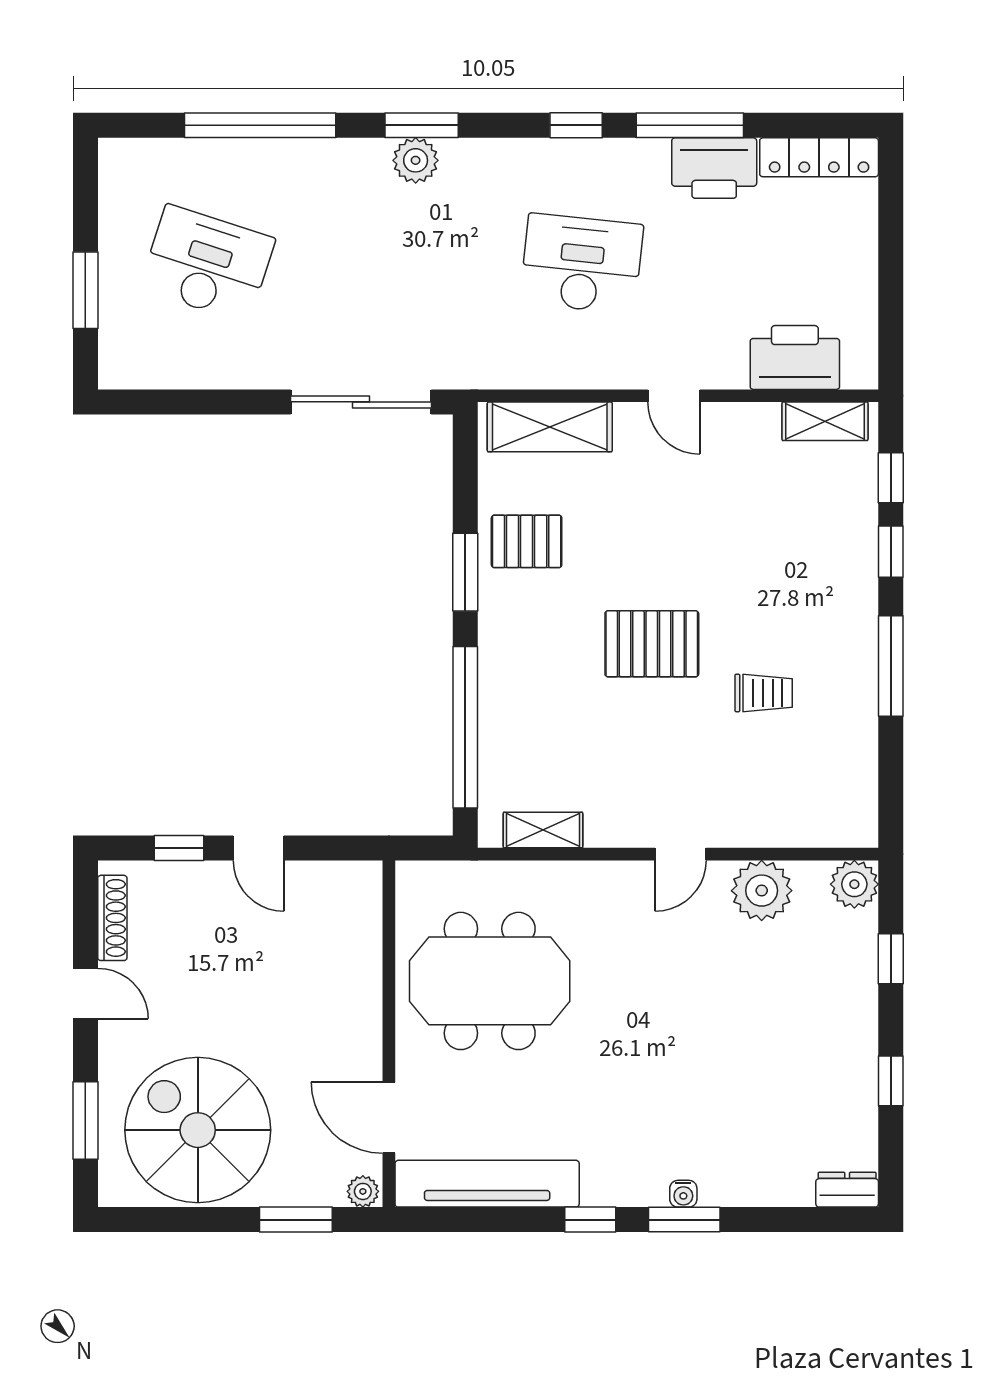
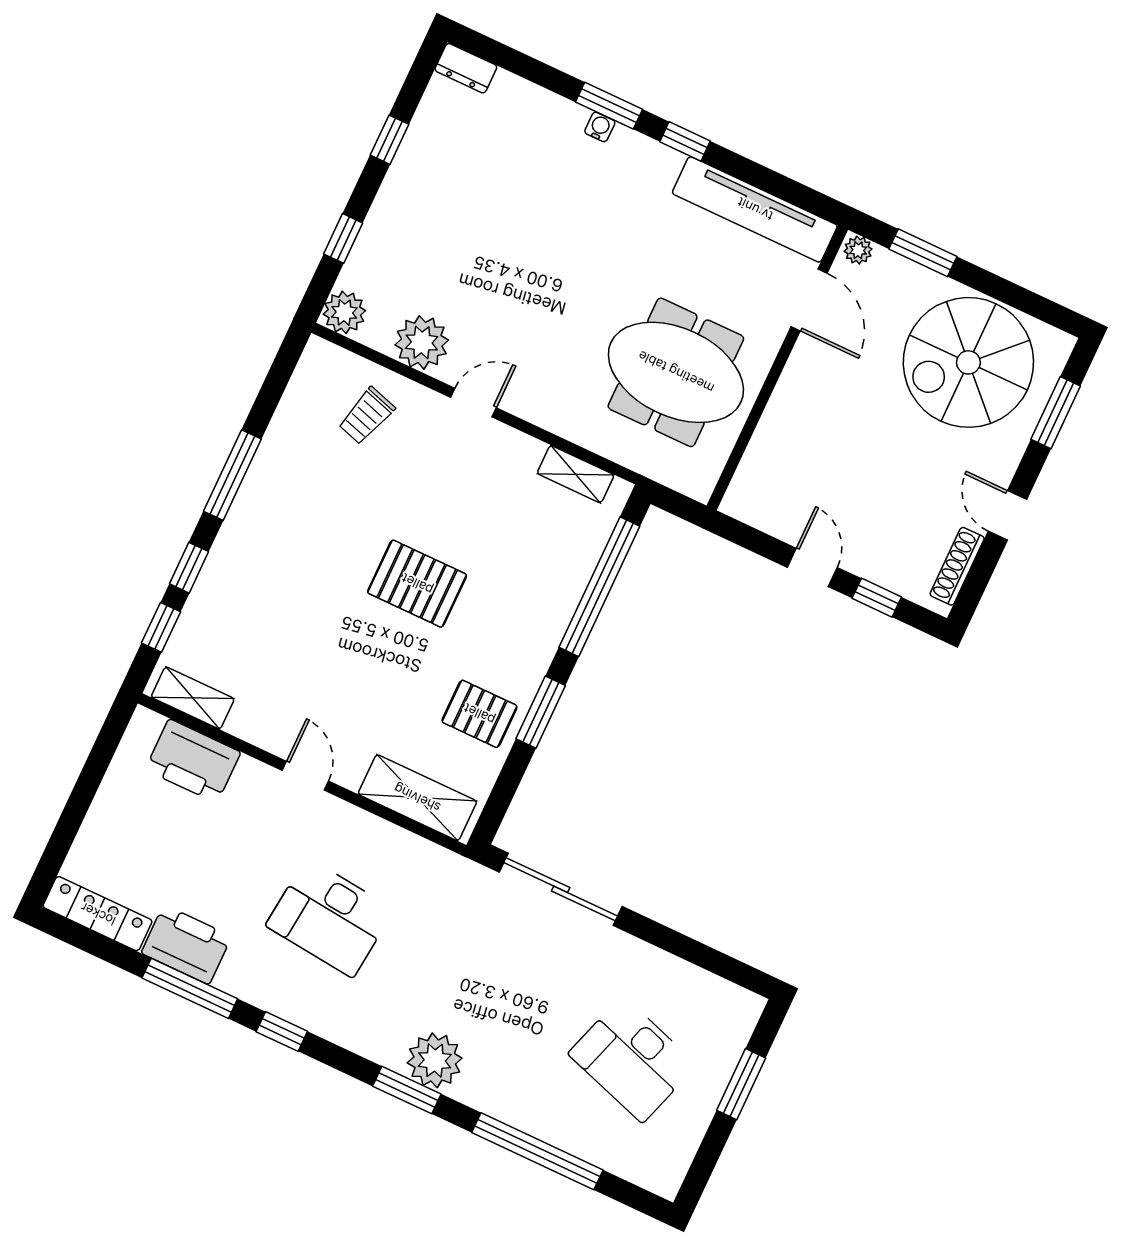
plant: (416, 160) -> (435, 1060), width x1.36, depth x1.36
trolley: (764, 693) -> (366, 416), moved, turned -73
spiral stairs: (198, 1130) -> (968, 362), turned 90

